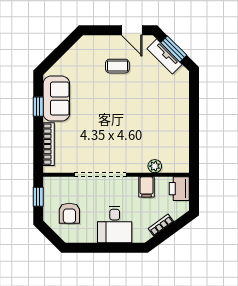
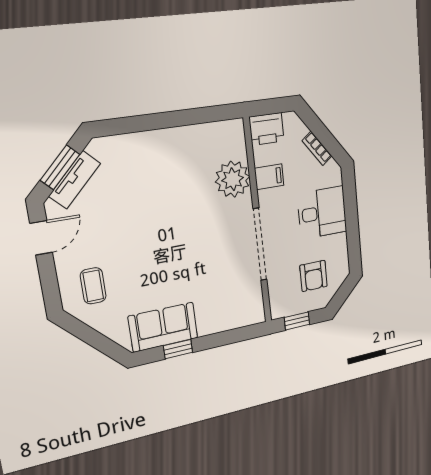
coffee table: (117, 66) -> (93, 286), moved
bookcase: (49, 144) -> (227, 323), removed
plant: (155, 166) -> (233, 179), width x1.88, depth x1.88
armchair: (69, 213) -> (314, 276), turned 90

